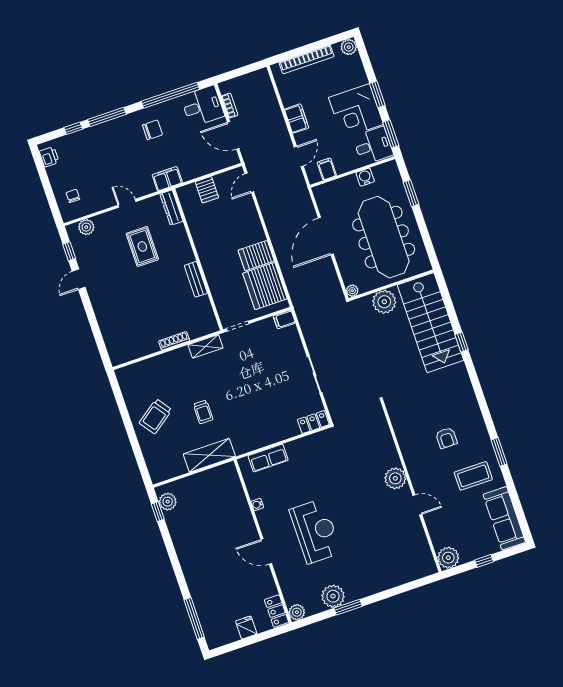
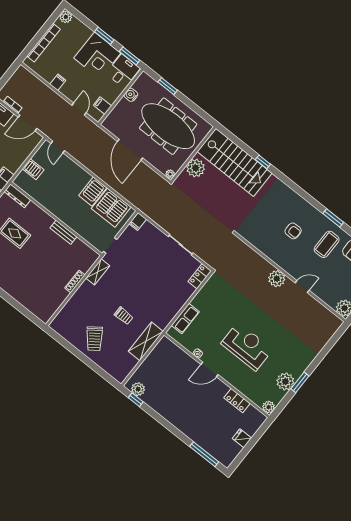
filing cabinet: (297, 119) -> (58, 82), width x0.50
door: (266, 552) -> (209, 369), moved
locker: (277, 611) -> (237, 401), moved

